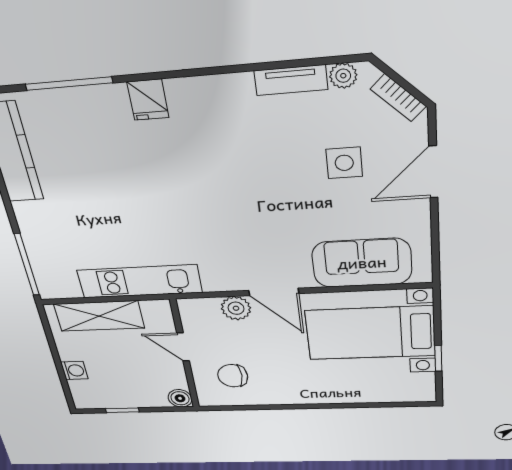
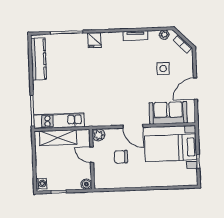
tv unit: (291, 80) -> (135, 36), moved
door: (433, 172) -> (195, 89), moved
kitchen unit: (139, 281) -> (59, 121), moved
plant: (236, 308) -> (98, 135), moved
washing machine: (74, 370) -> (41, 184), moved
chair: (233, 376) -> (121, 157), moved

